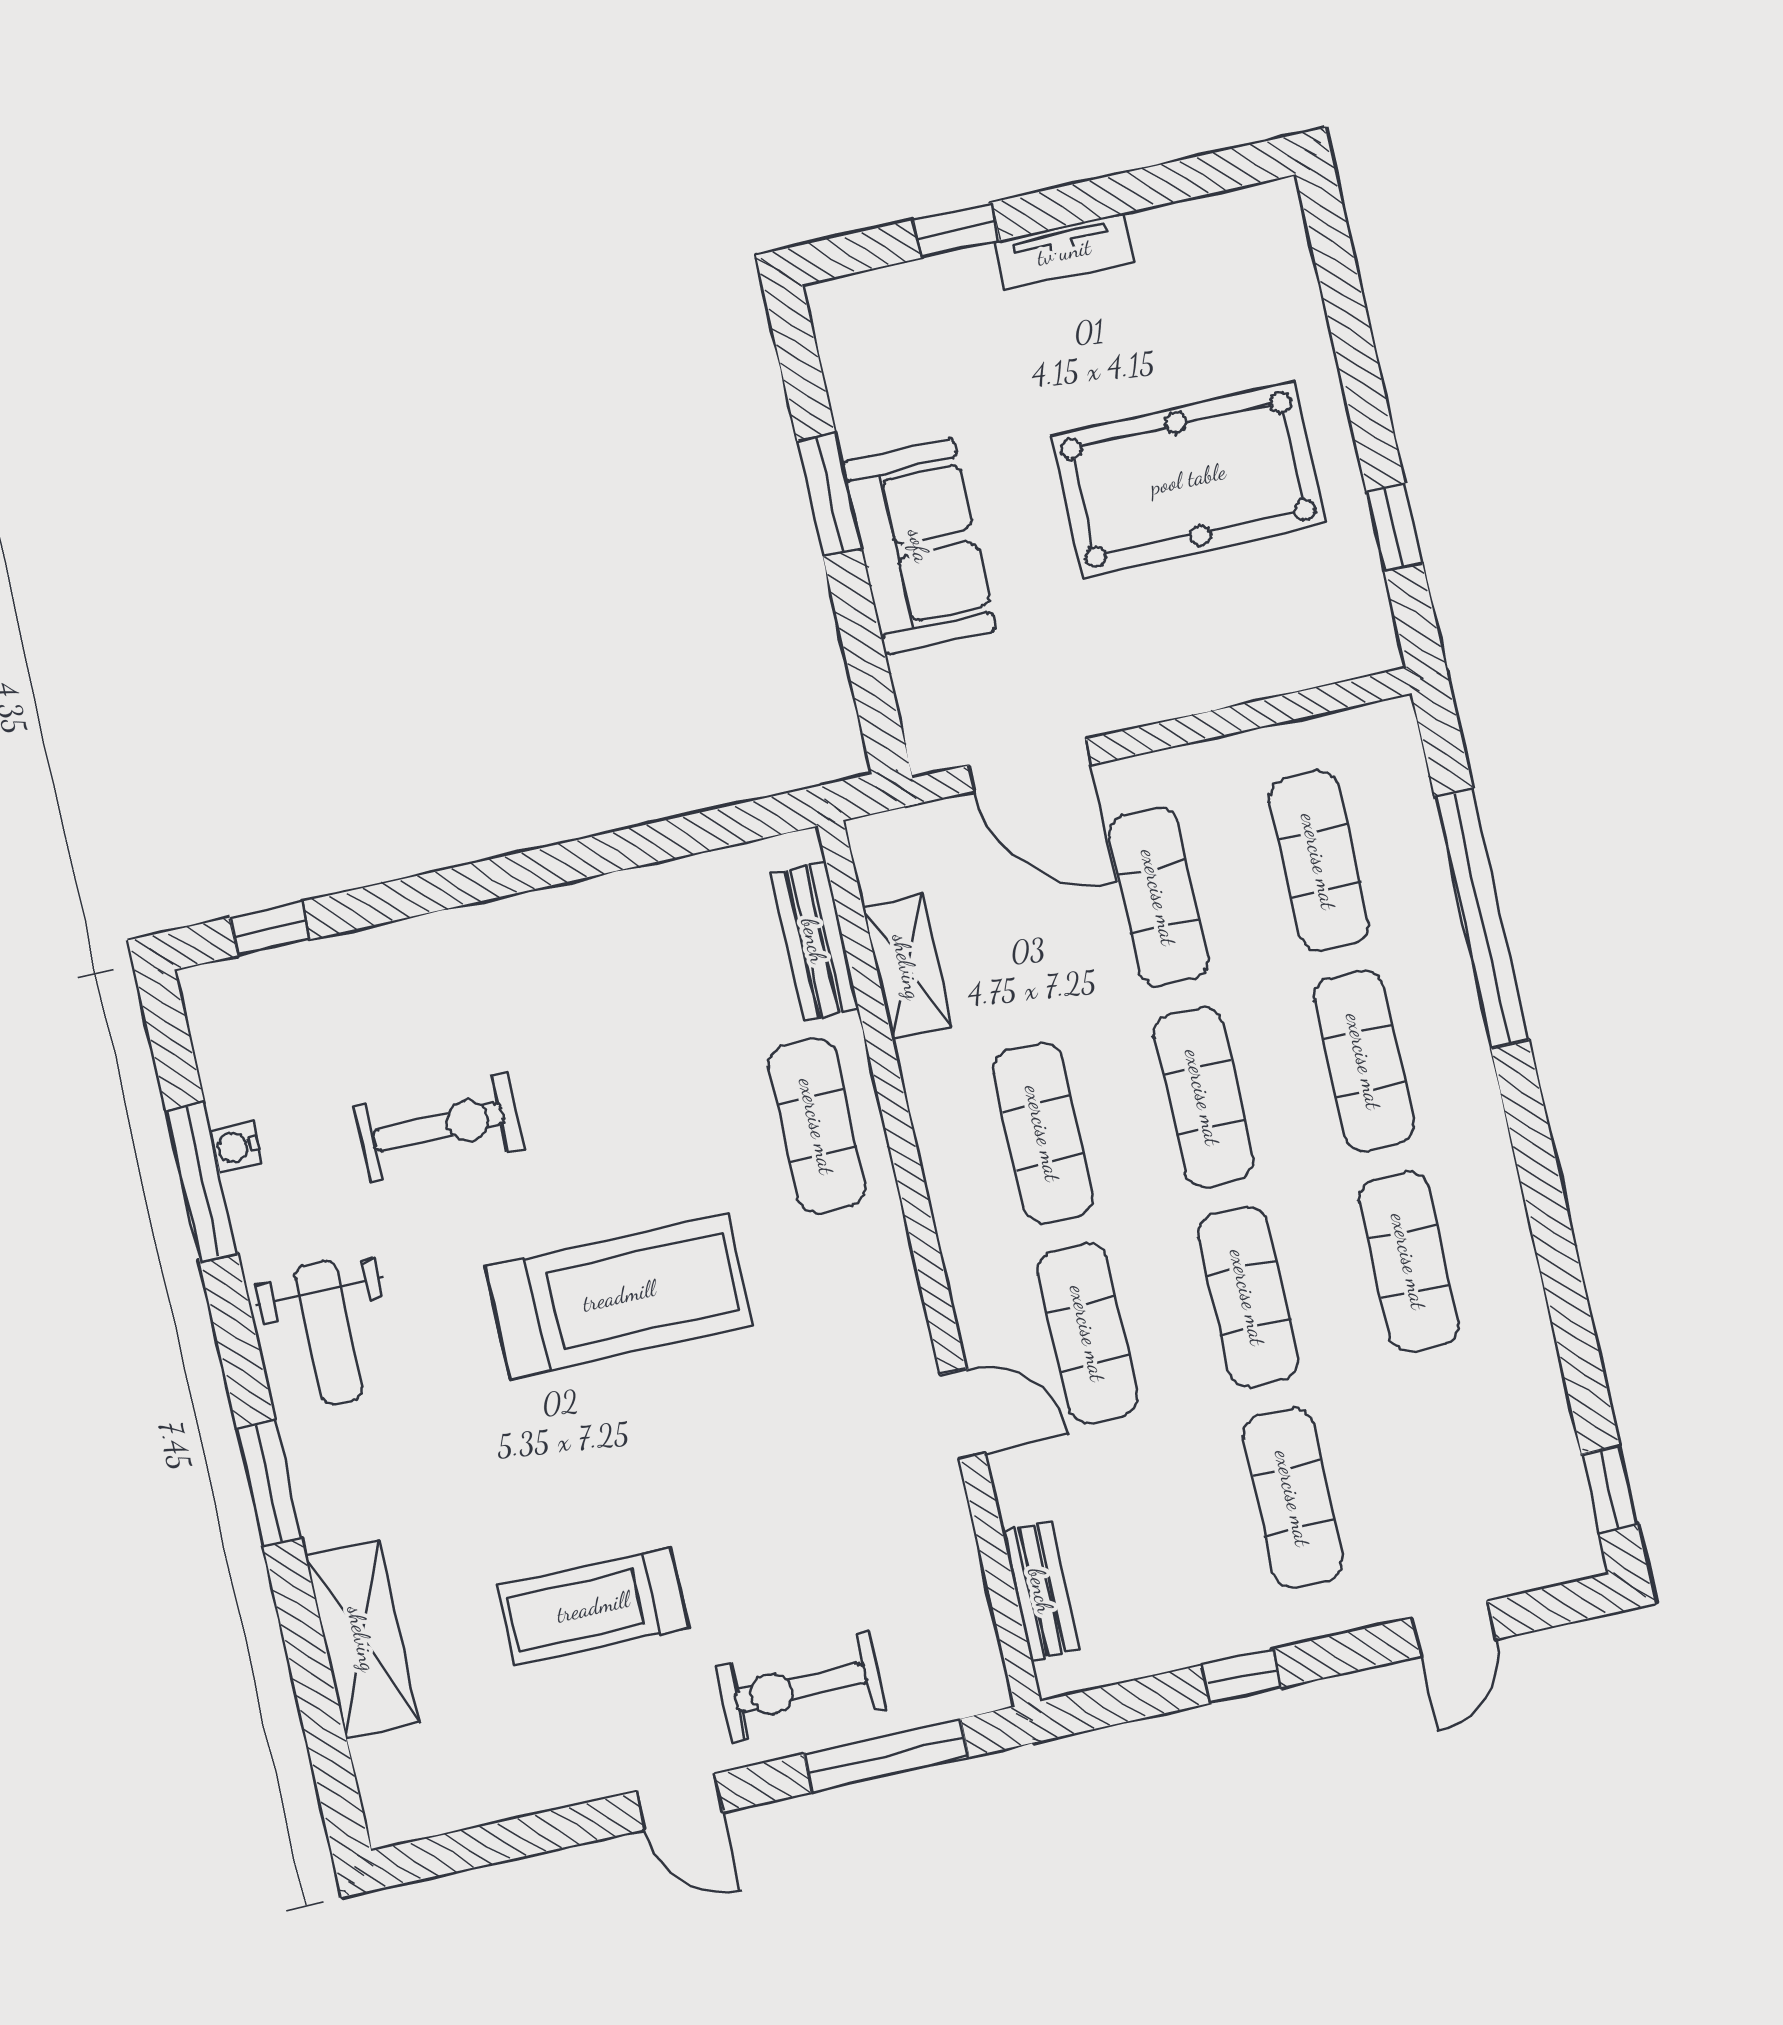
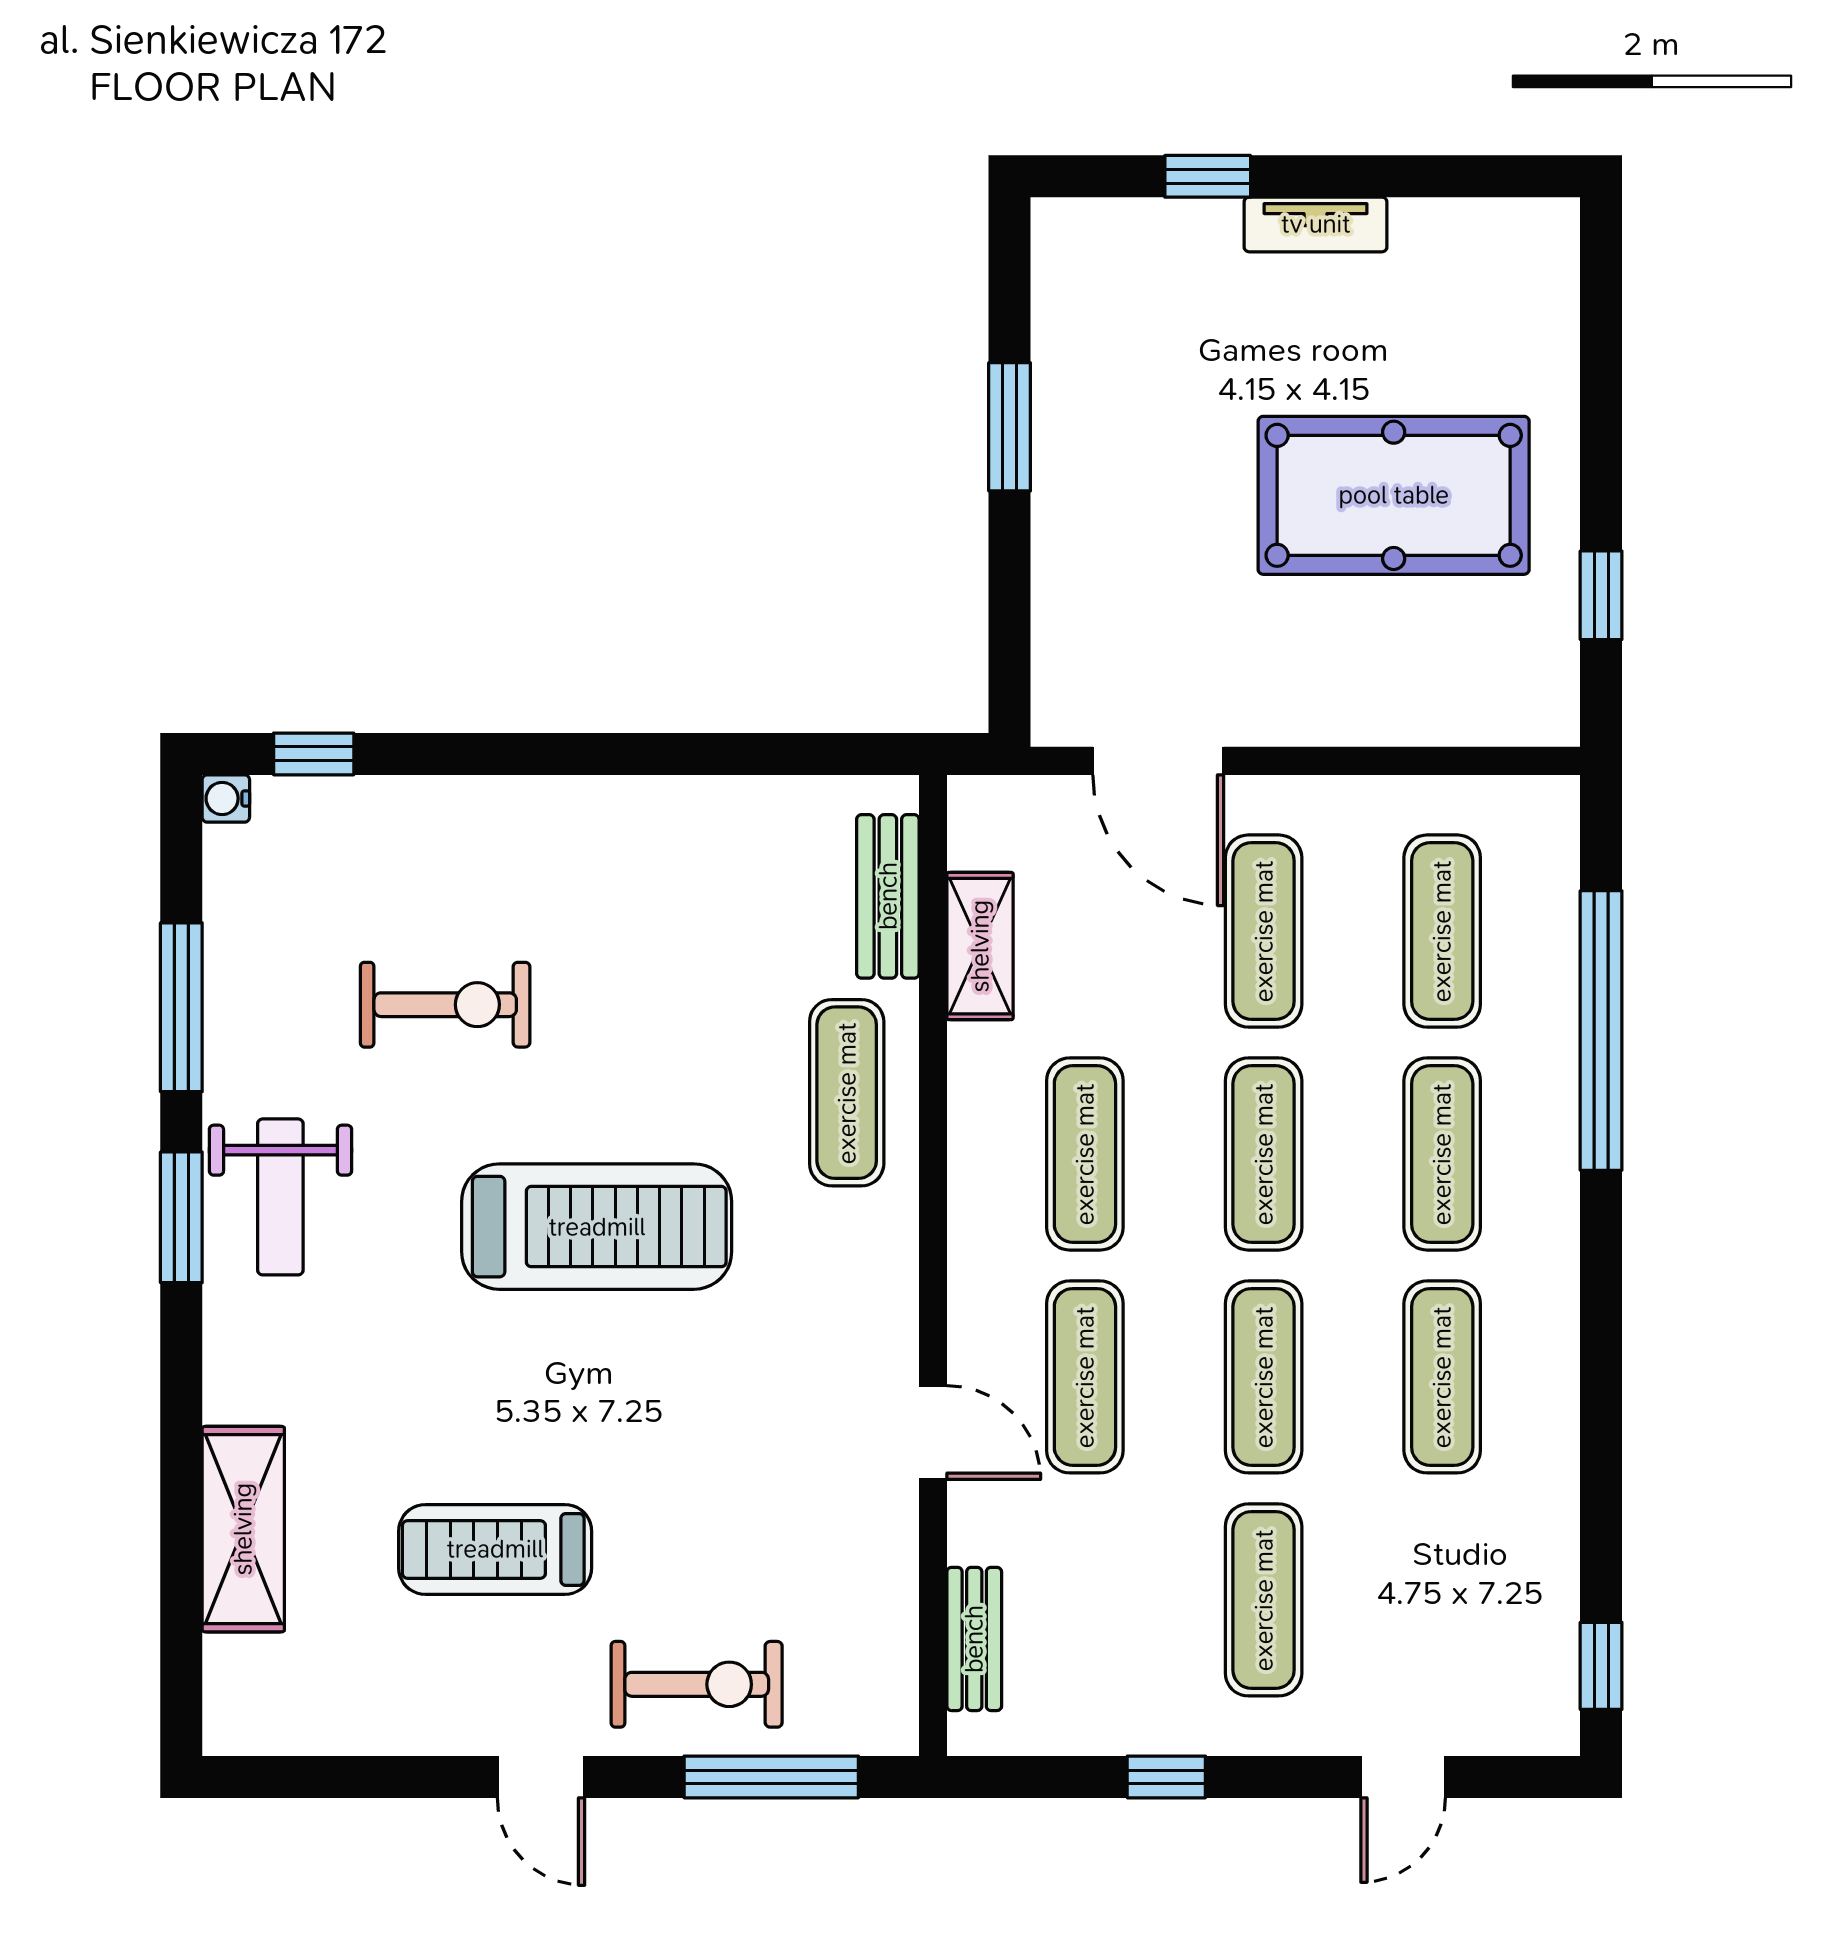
sofa: (919, 546) -> (1092, 503), removed
water cooler: (236, 1147) -> (226, 798), moved
window: (269, 1483) -> (181, 1217), moved
exercise bike: (801, 1687) -> (697, 1684), turned 180

